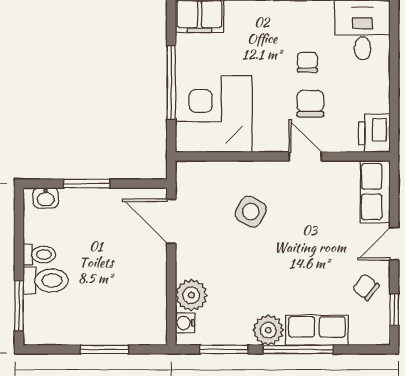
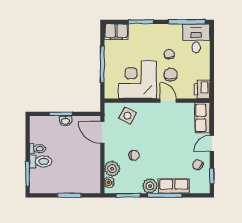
corner desk: (214, 114) -> (138, 80), moved
washbasin: (46, 198) -> (65, 121), moved
side table: (251, 212) -> (128, 116), moved
chair: (236, 268) -> (134, 155), added

